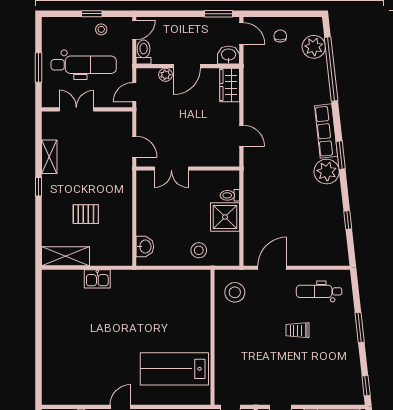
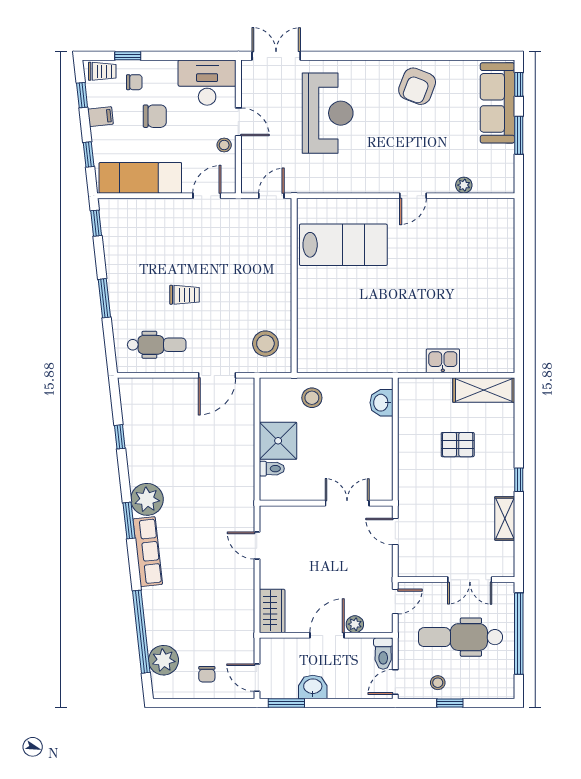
washbasin: (229, 55) -> (313, 687), moved, turned 180
window: (39, 67) -> (519, 634), width x2.11

